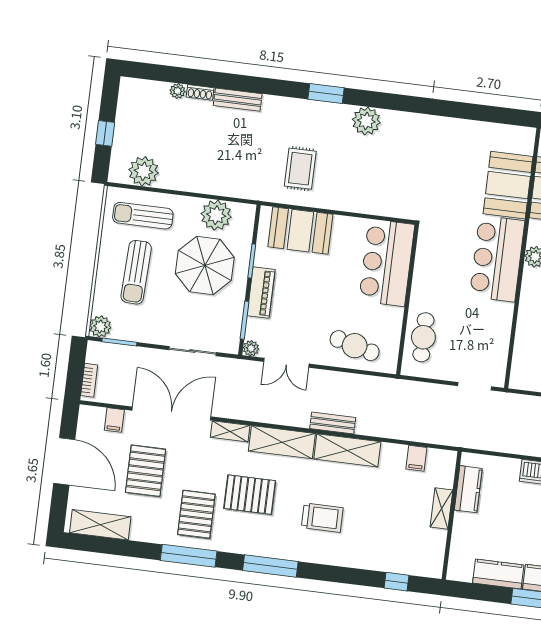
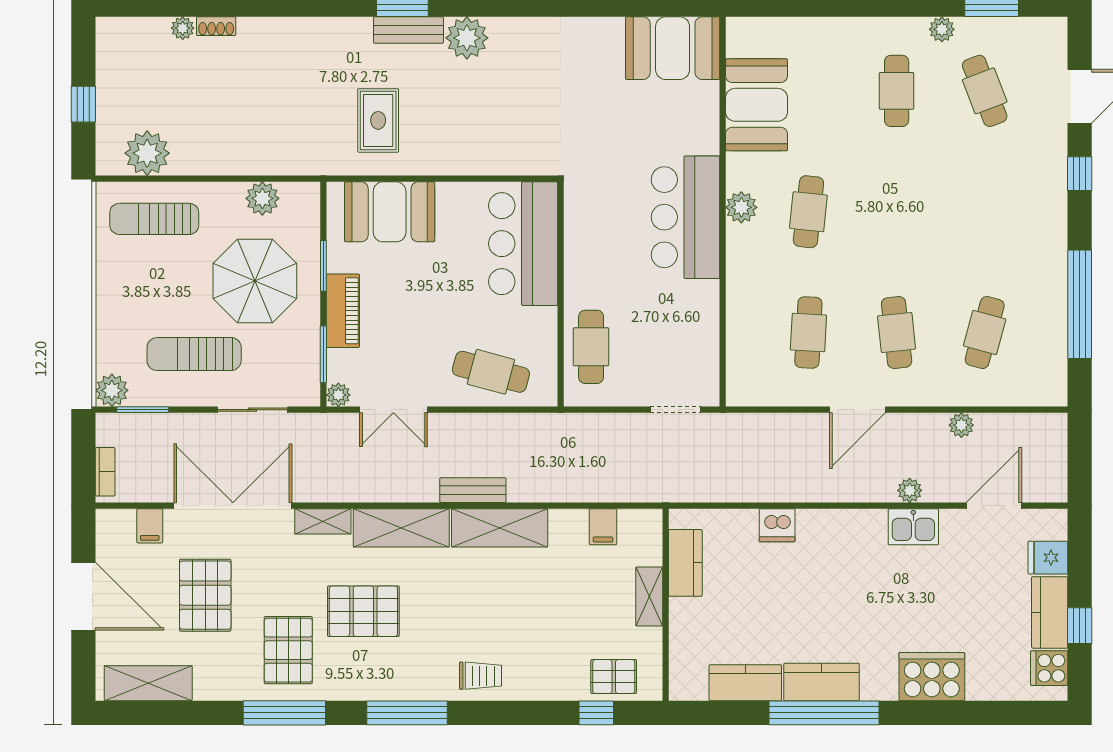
bench: (238, 100) -> (408, 30), moved
booth: (508, 185) -> (673, 48), moved, turned 90
plant: (216, 215) -> (262, 198), width x0.73, depth x0.73
sun lounger: (136, 272) -> (194, 354), moved, turned 88
trolley: (322, 518) -> (480, 676), moved, width x0.73, depth x0.72
pallet: (411, 559) -> (614, 677), added

